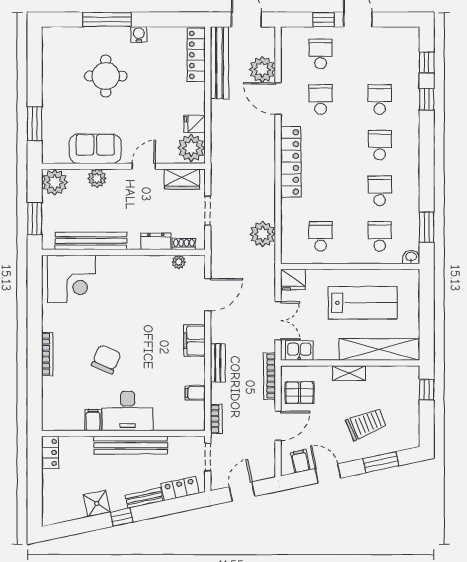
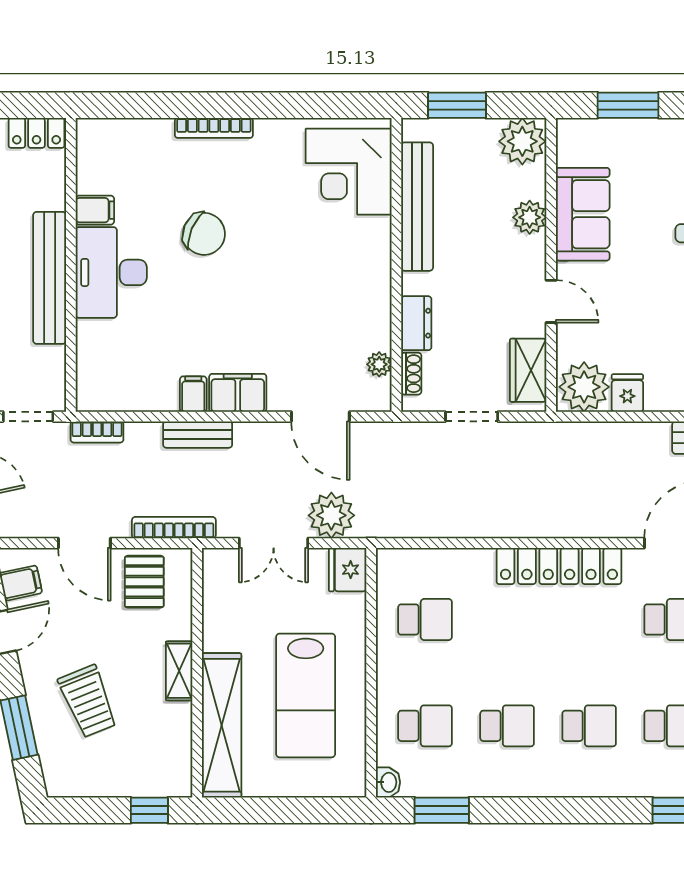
plant: (263, 234) -> (331, 515), moved
kitchen sink: (299, 351) -> (220, 581), removed
filing cabinet: (195, 393) -> (193, 394), moved

